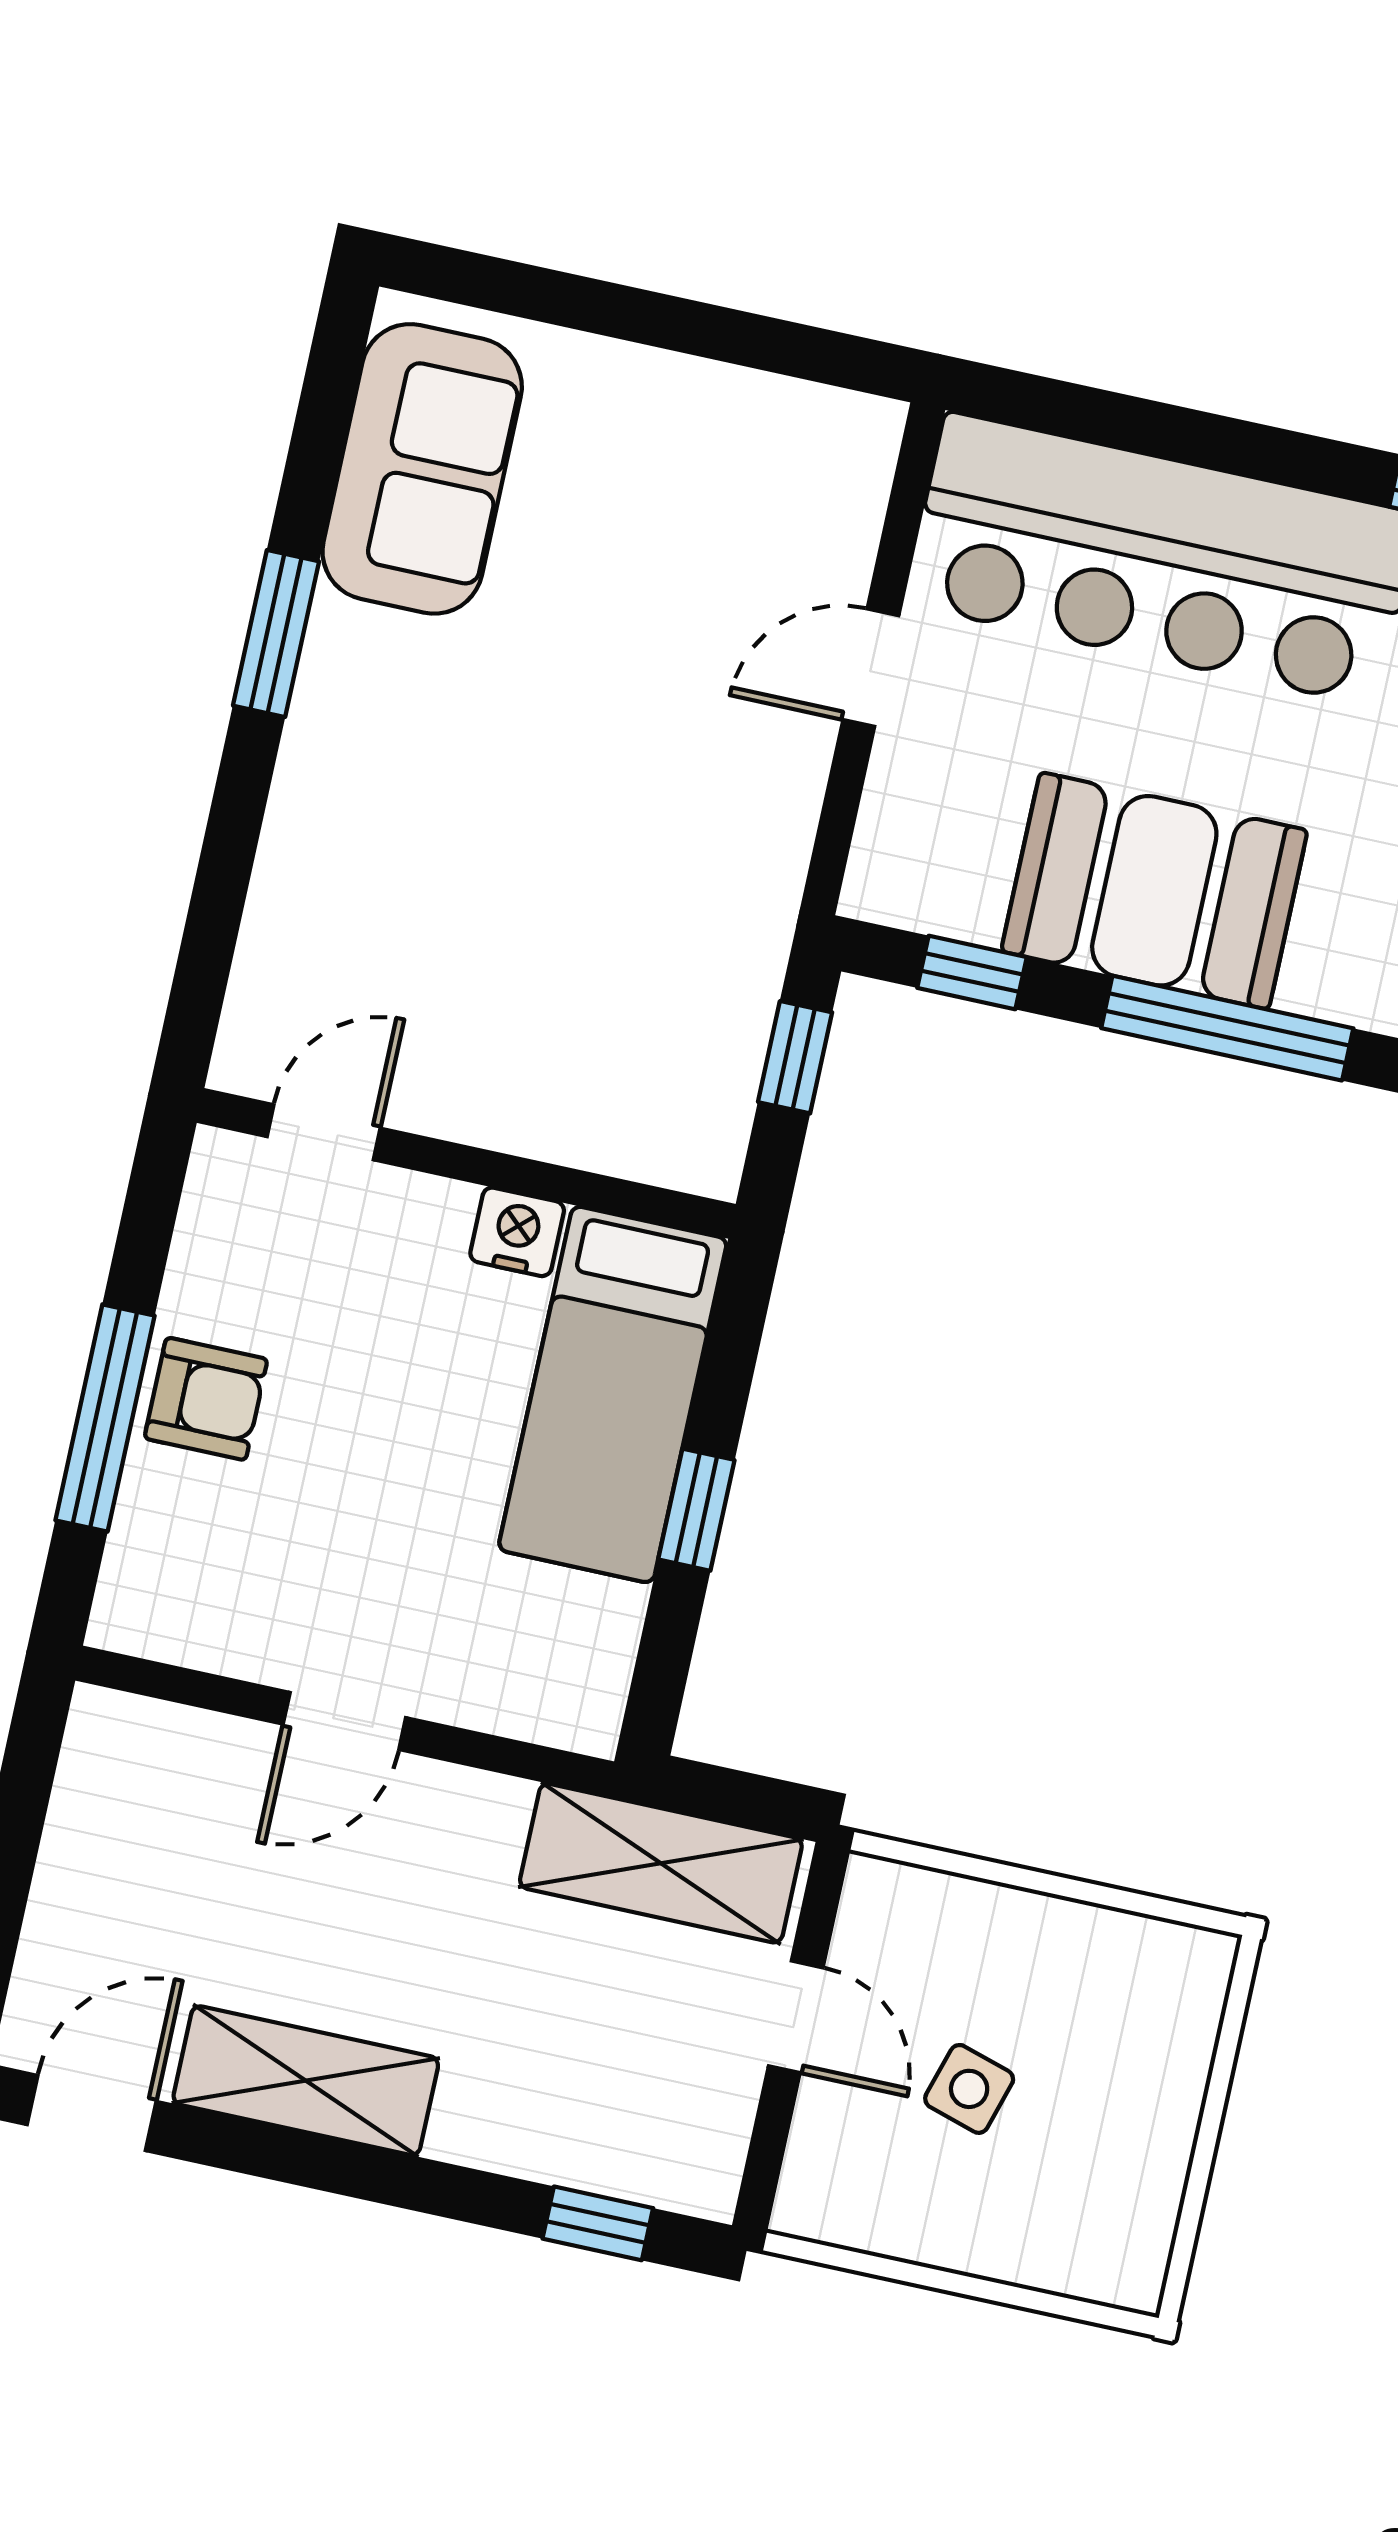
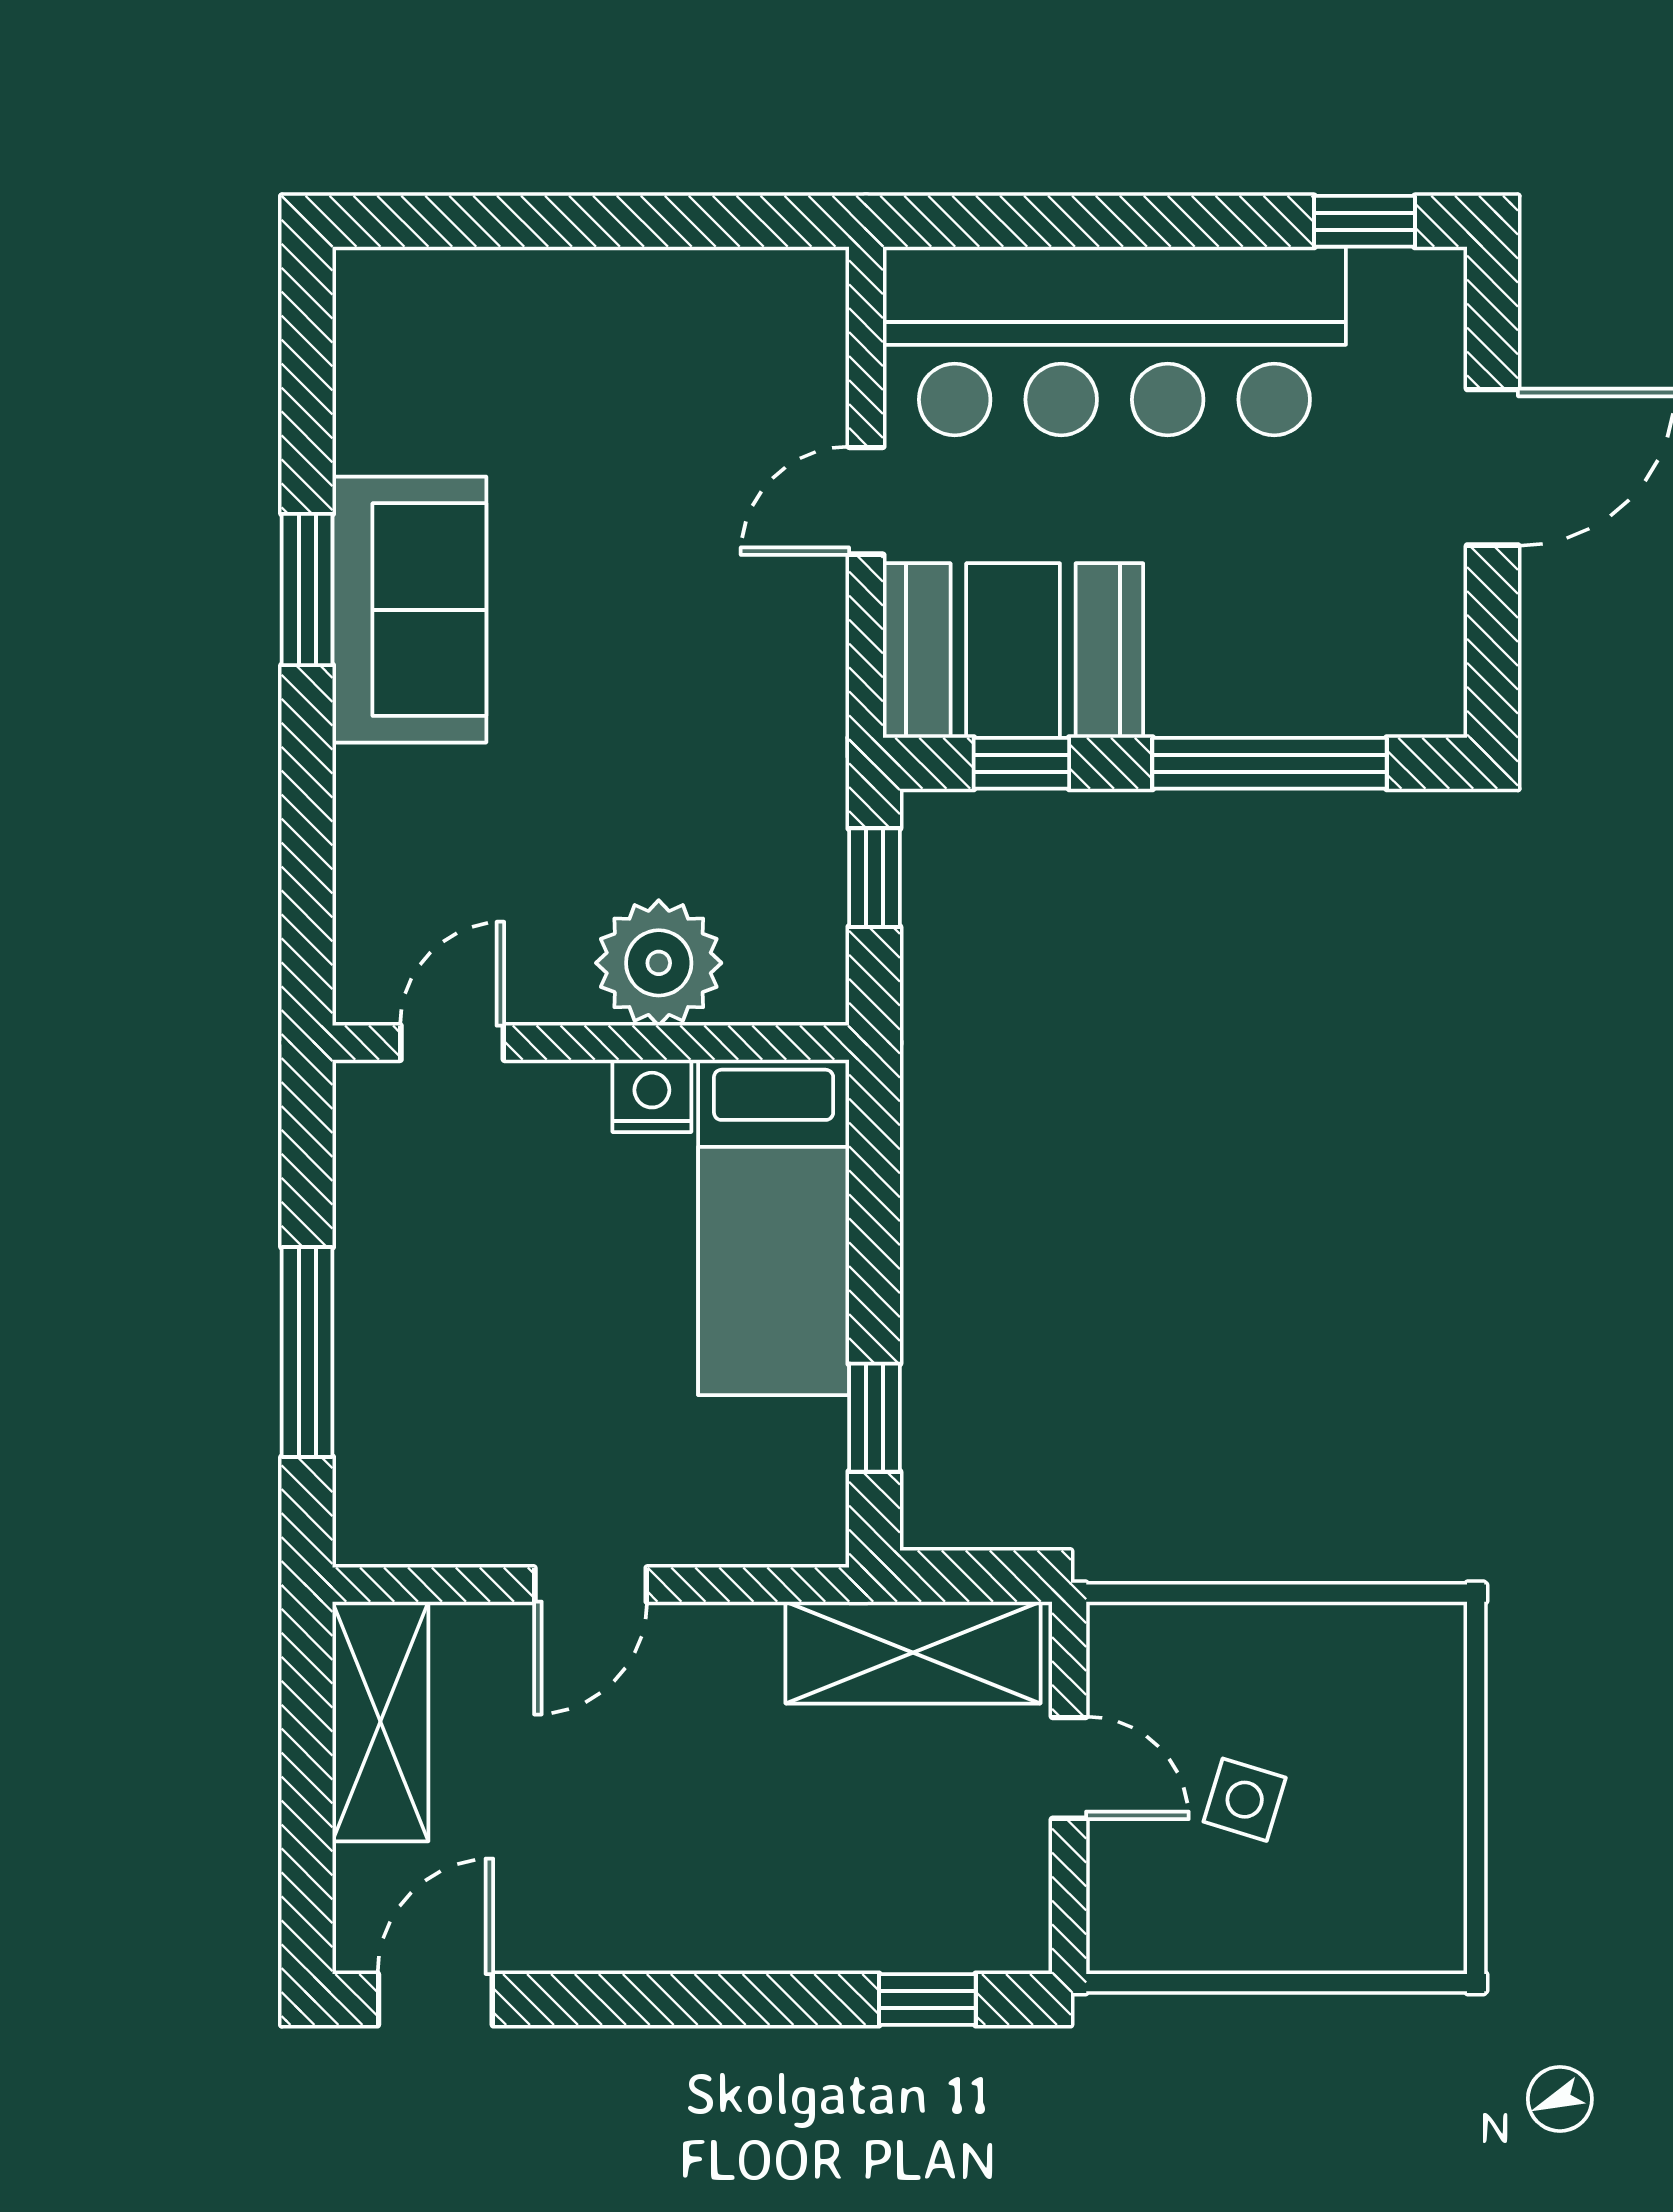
sofa: (422, 469) -> (409, 610), moved
booth: (1154, 891) -> (1013, 651), moved
plant: (554, 1097) -> (659, 963), added
armchair: (206, 1399) -> (397, 1314), removed
window: (696, 1510) -> (874, 1418), moved
shelving: (306, 2081) -> (380, 1721), moved, turned 90

